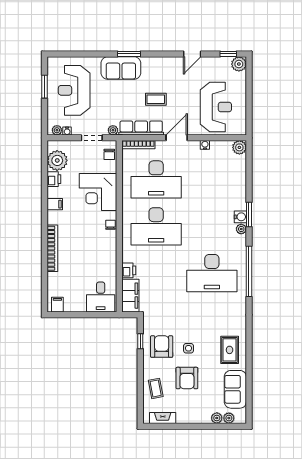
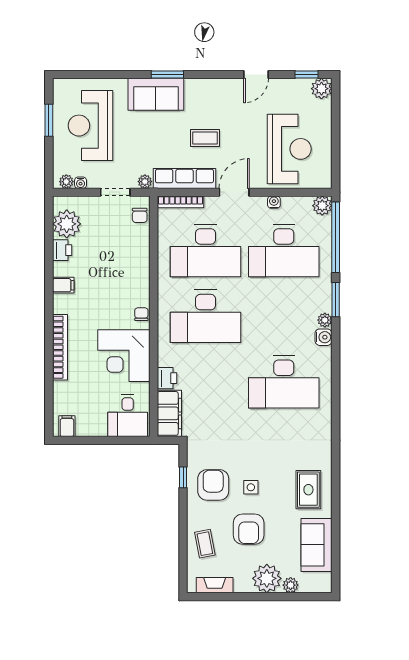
desk: (212, 179) -> (284, 251), added
corner desk: (98, 192) -> (124, 356), moved
water cooler: (240, 217) -> (324, 337), moved
window: (249, 271) -> (336, 237), moved
plant: (229, 418) -> (267, 578), moved, width x1.87, depth x1.87

